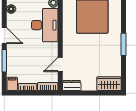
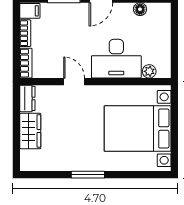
door: (60, 65) -> (74, 82), moved
wardrobe: (109, 84) -> (30, 131), moved

